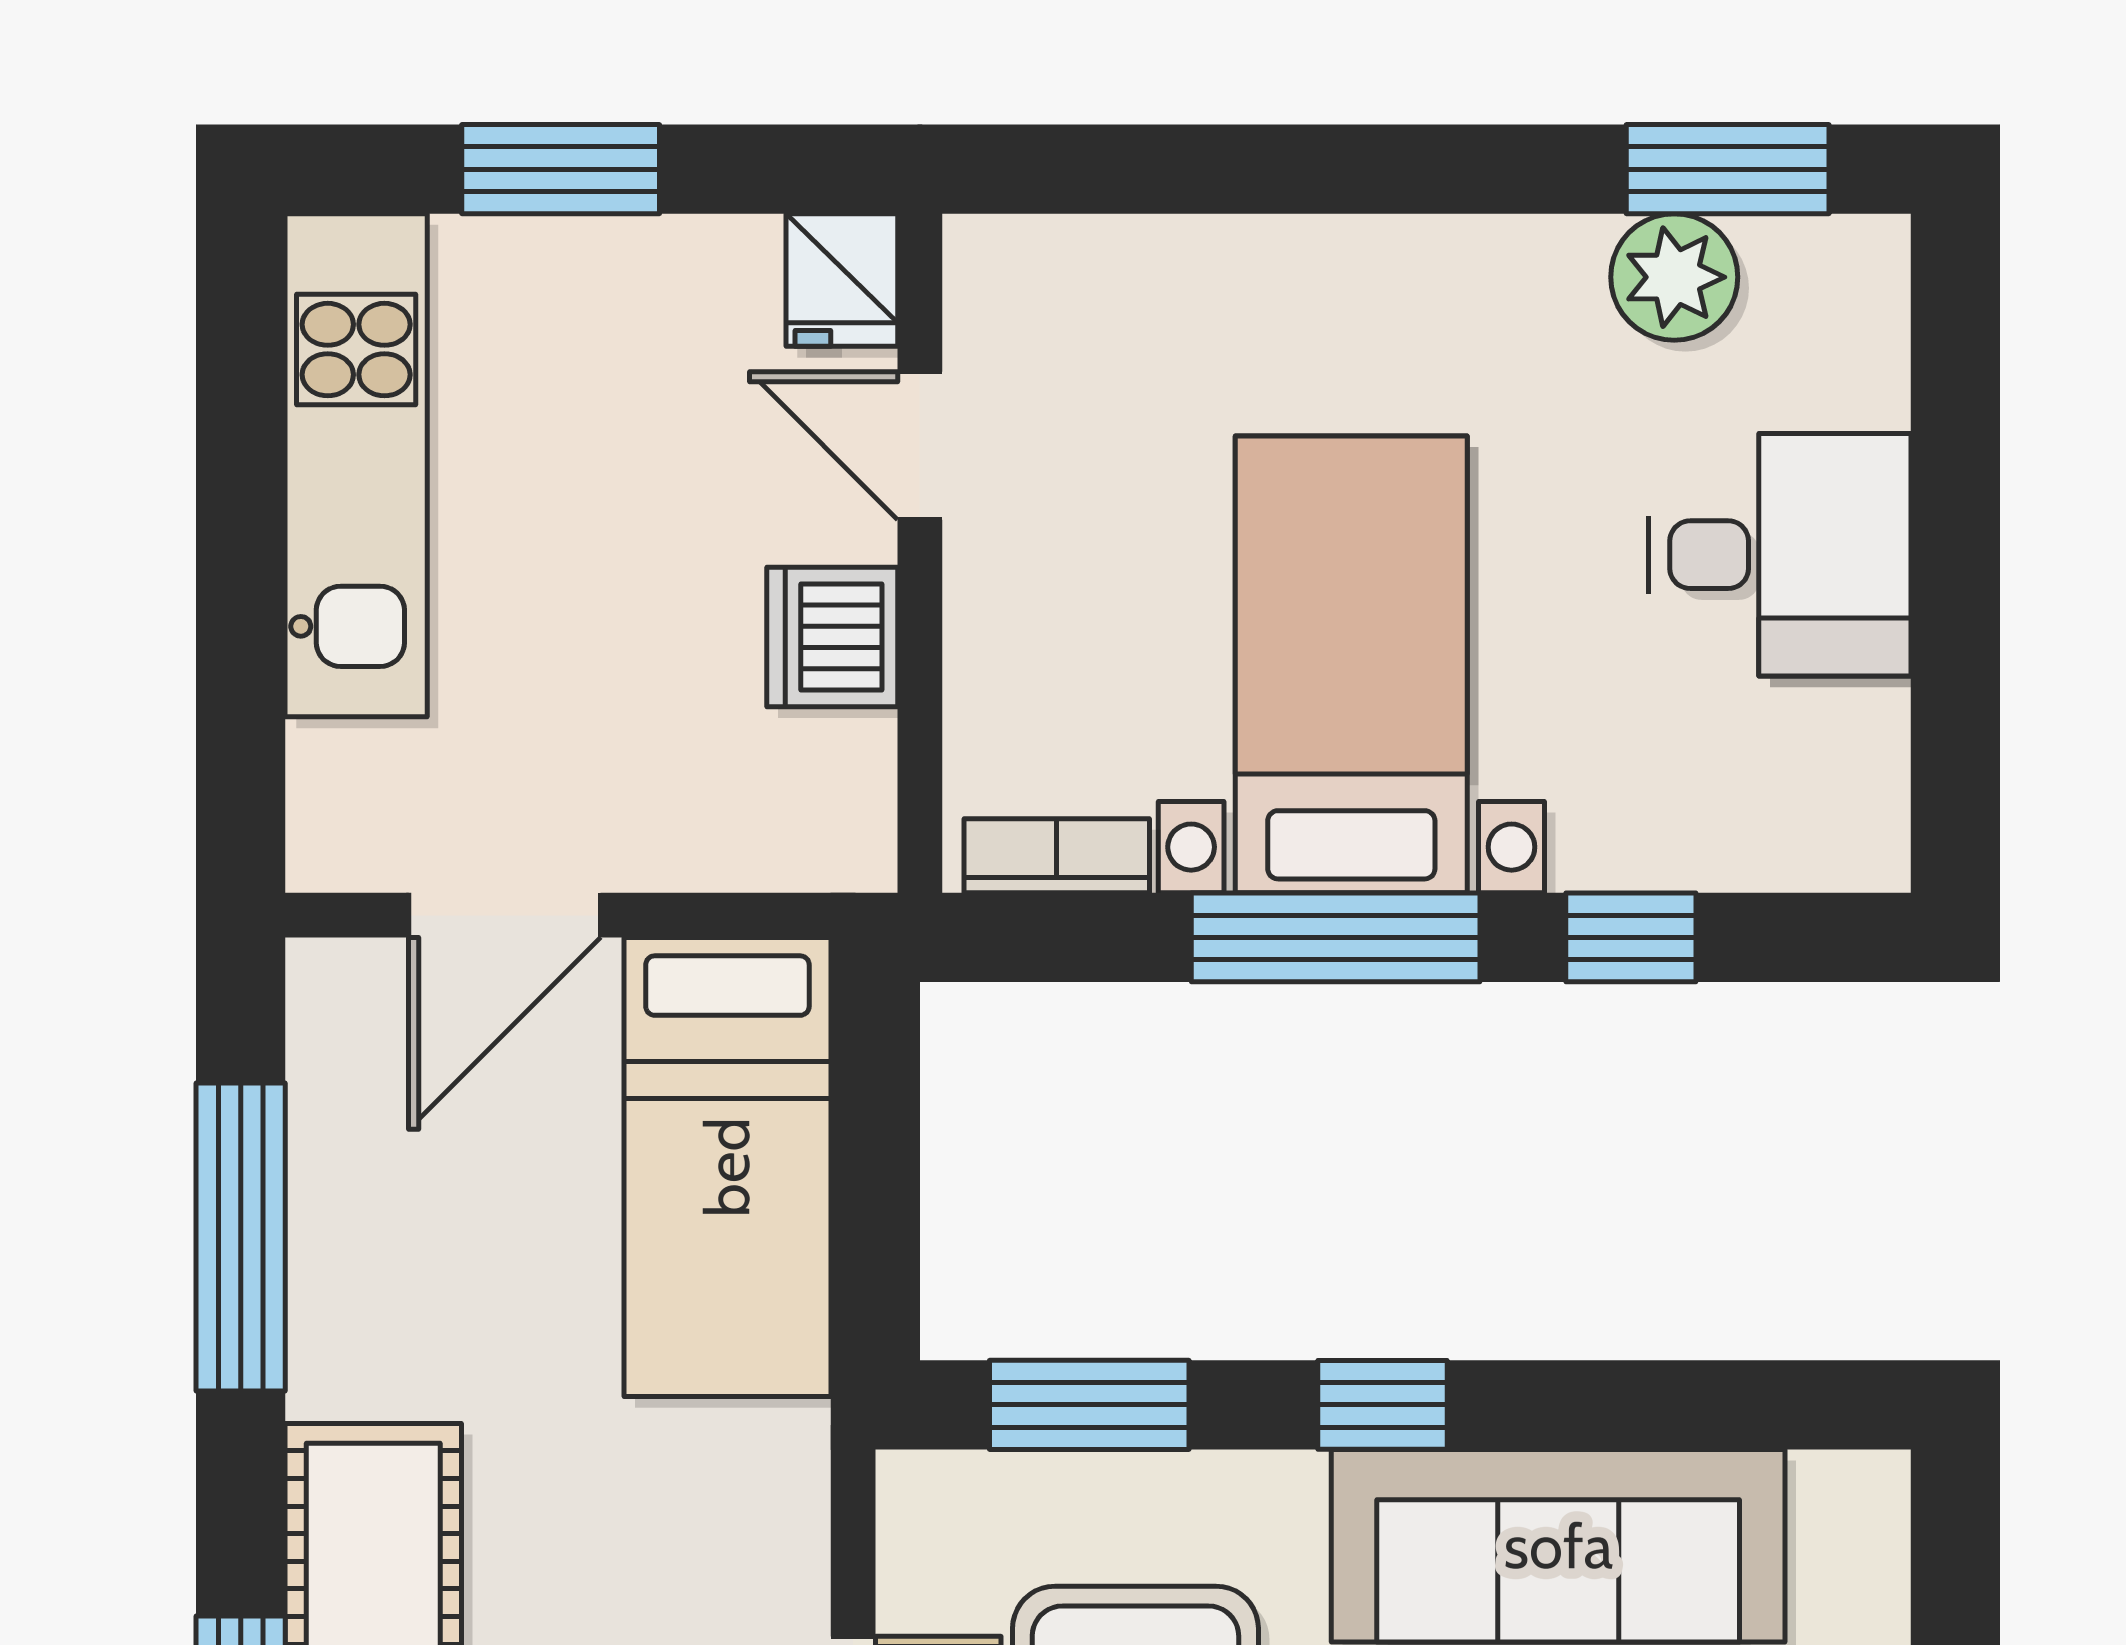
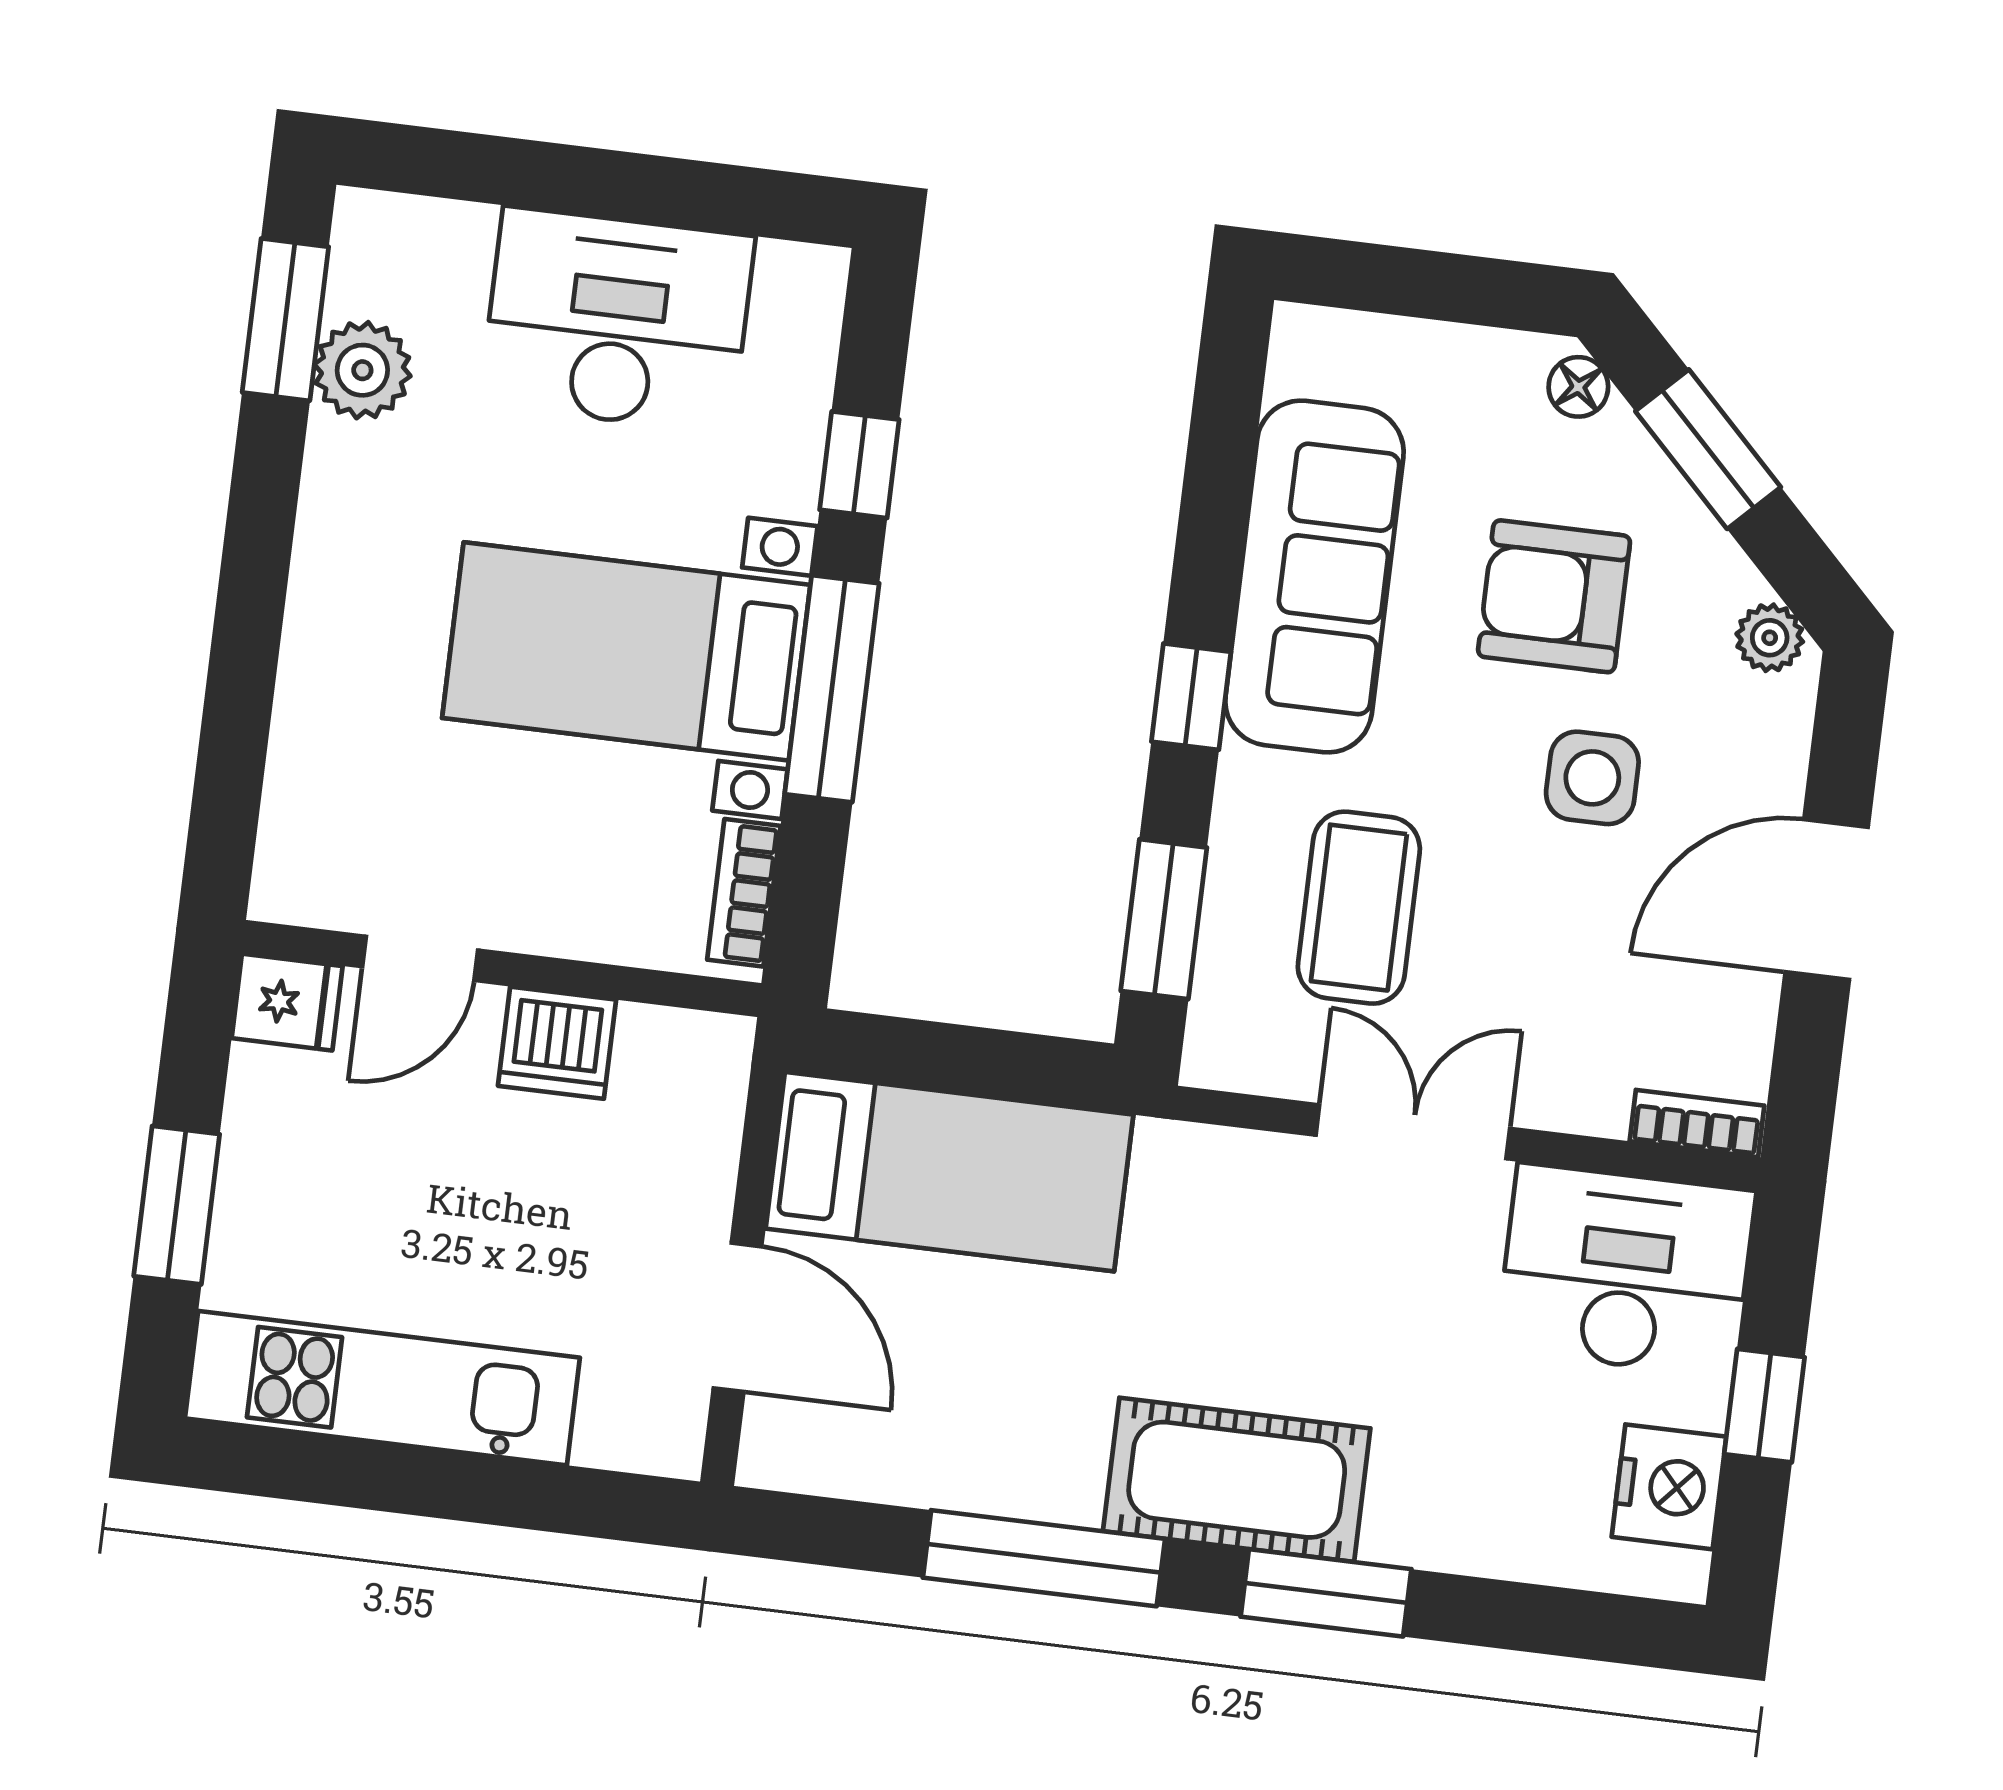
desk: (1780, 555) -> (617, 320), width x1.37
window: (241, 1237) -> (1044, 1558), moved

